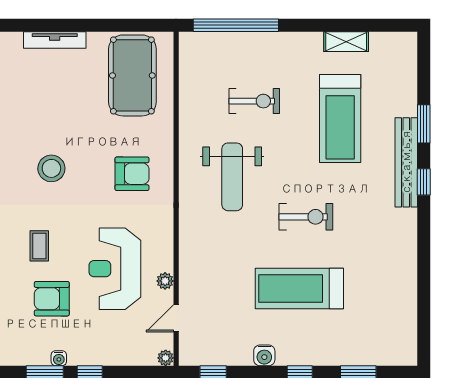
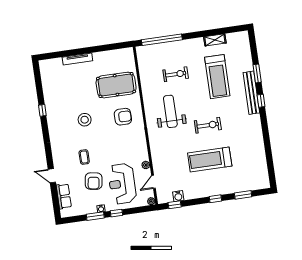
pool table: (132, 75) -> (116, 85), moved, turned 90
weight bench: (232, 177) -> (170, 111), turned 180
reception desk: (115, 269) -> (122, 184), moved
armchair: (52, 299) -> (94, 181), turned -81
water cooler: (264, 355) -> (178, 196), moved

